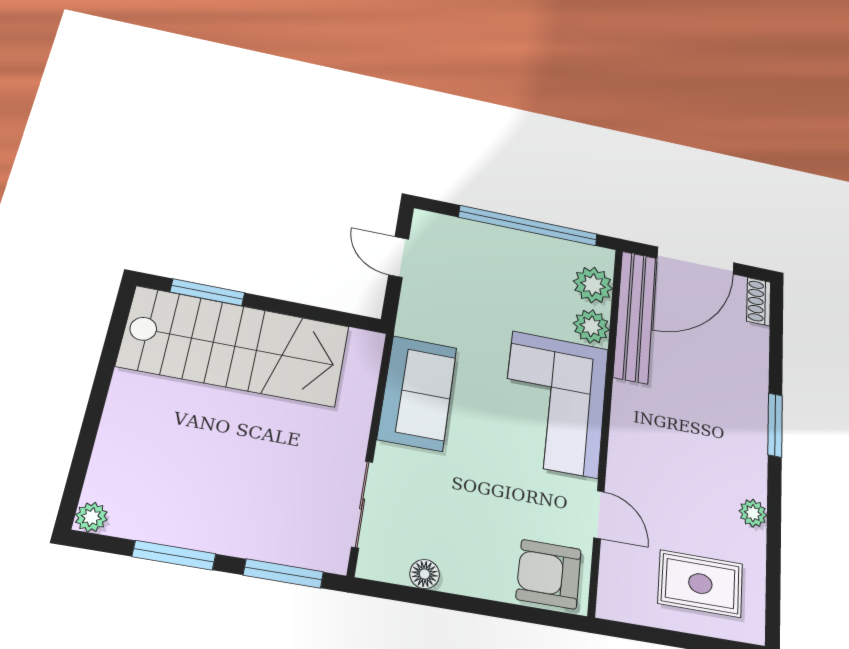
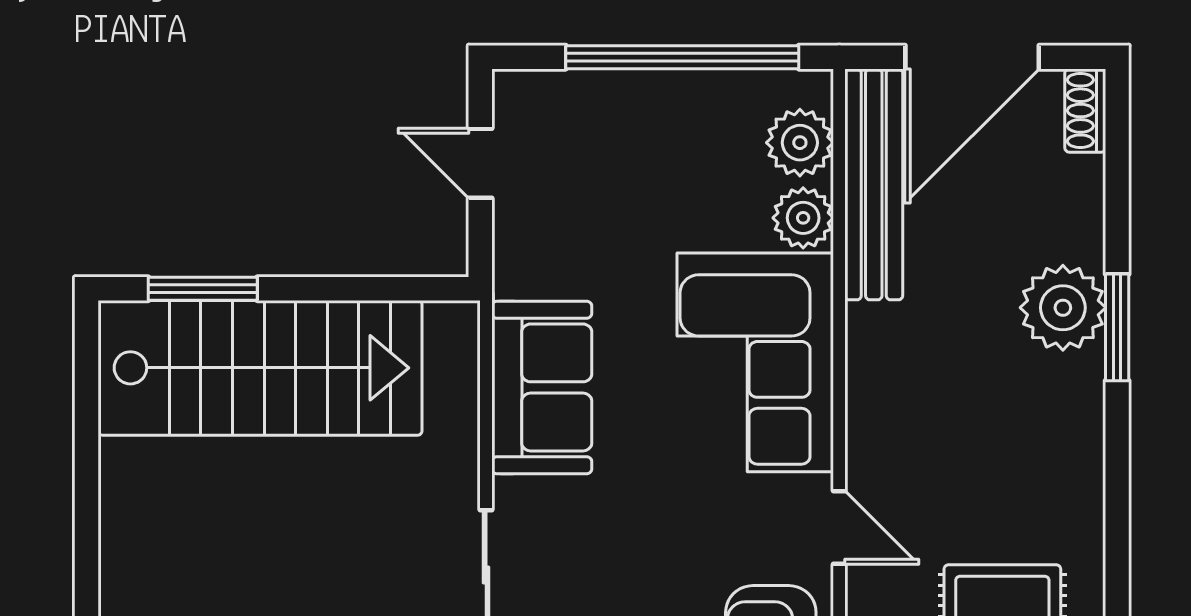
plant: (753, 513) -> (1063, 308), moved, width x1.88, depth x1.88

